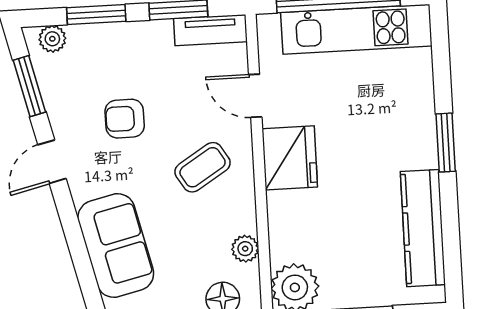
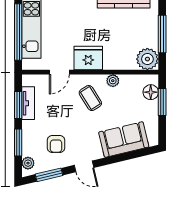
tv unit: (210, 30) -> (28, 103), moved
armchair: (125, 119) -> (56, 144), moved
plant: (245, 249) -> (113, 81), moved

